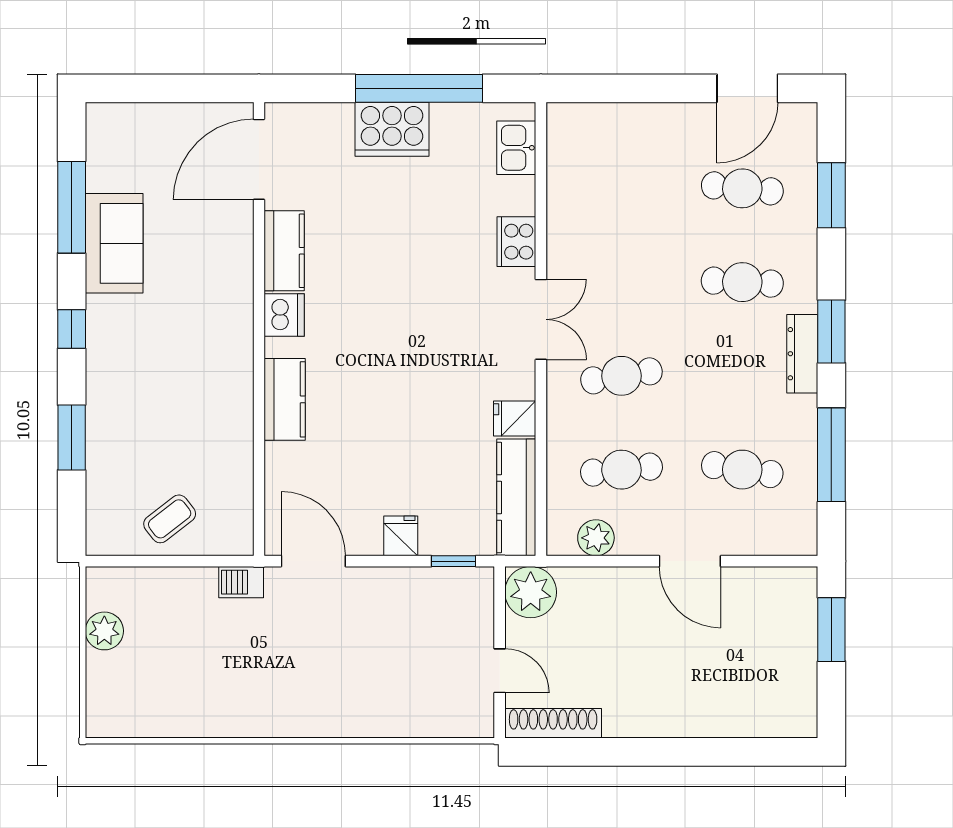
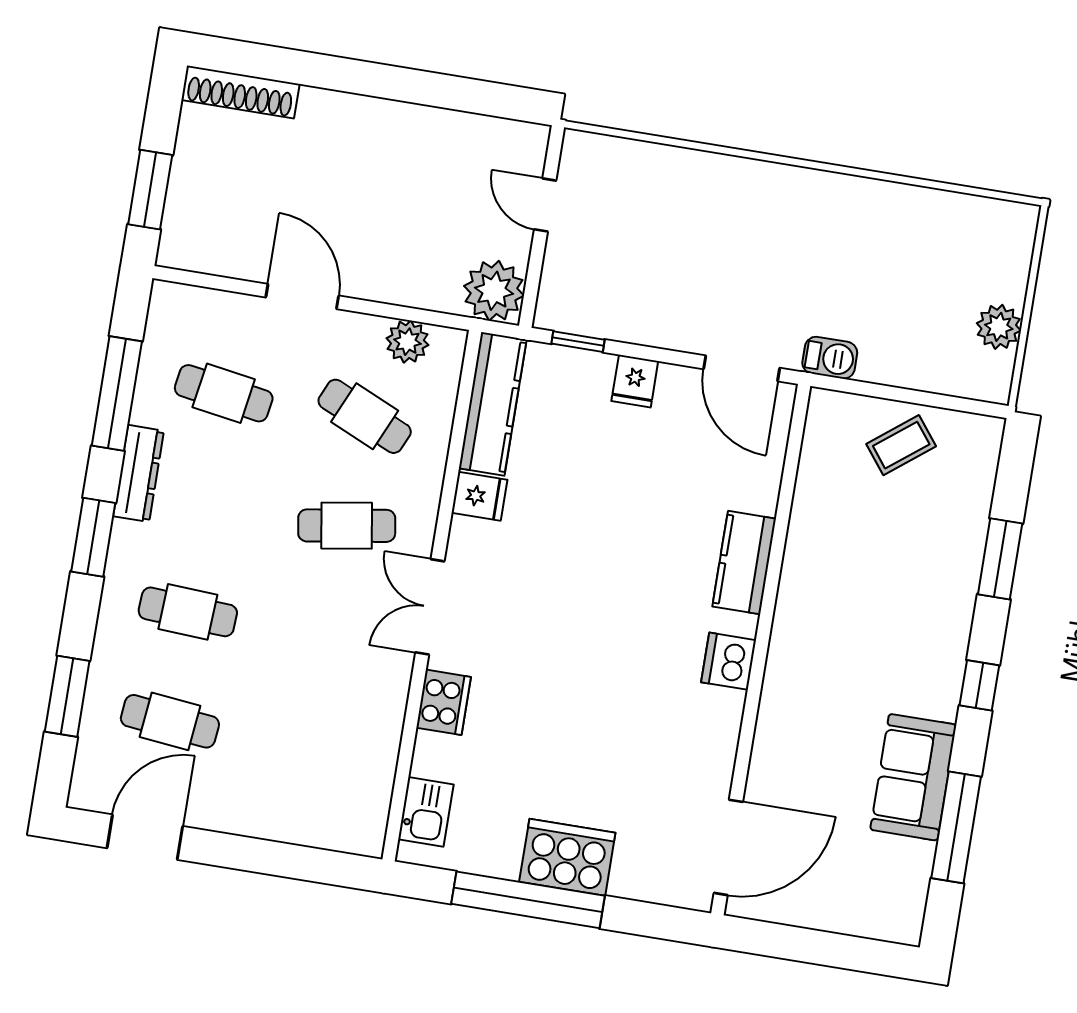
kitchen counter: (284, 251) -> (716, 736), removed
dresser: (802, 354) -> (139, 473), moved
cafe table: (621, 470) -> (365, 416), turned 30
shoe rack: (553, 723) -> (240, 92), moved

